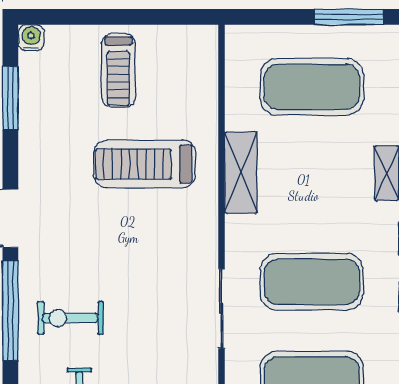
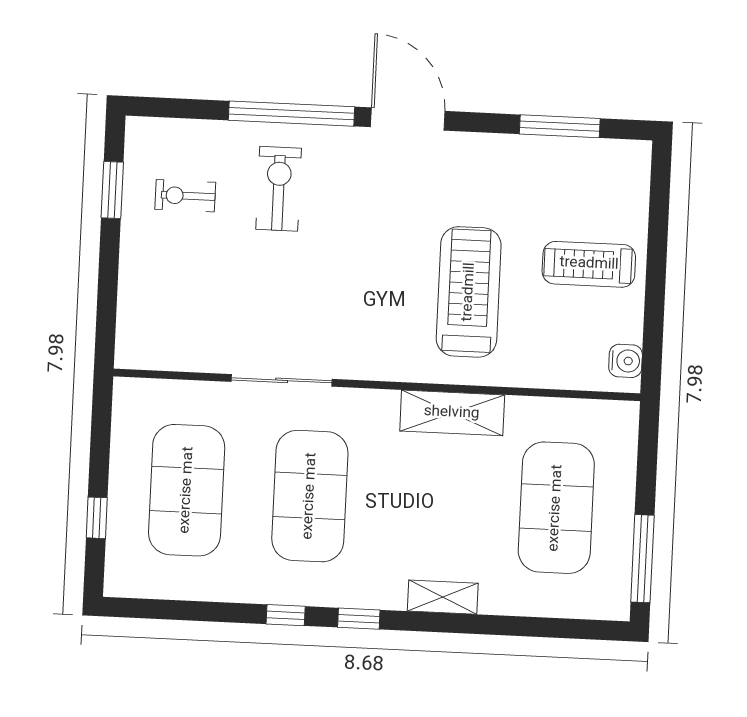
water cooler: (31, 38) -> (626, 361), moved

